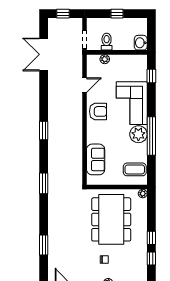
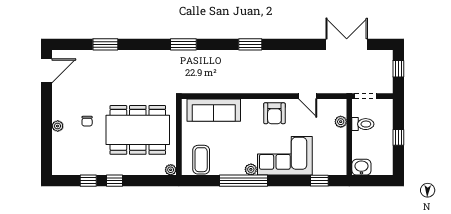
plant: (138, 134) -> (251, 169), width x0.53, depth x0.53
sofa: (96, 159) -> (214, 110), width x1.36

